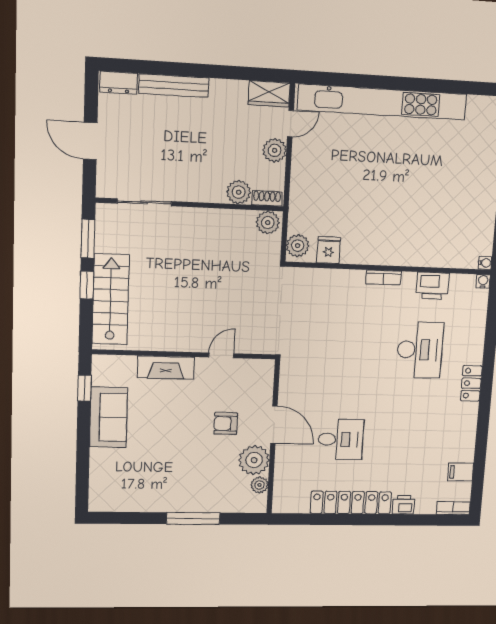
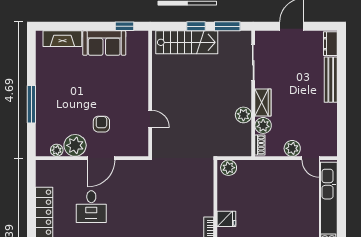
wardrobe: (269, 94) -> (263, 103), moved, turned 180
plant: (268, 223) -> (243, 115), moved
fridge: (329, 250) -> (226, 219), moved
fireplace: (166, 368) -> (62, 39), moved, turned -90

